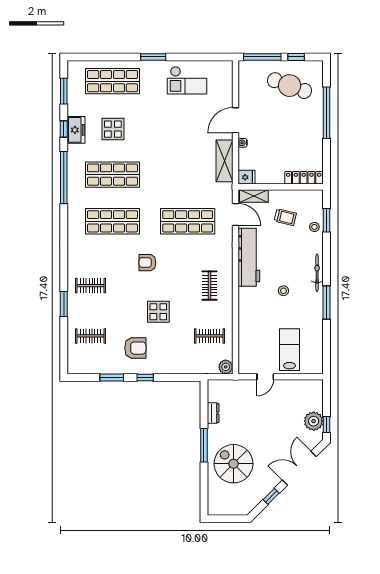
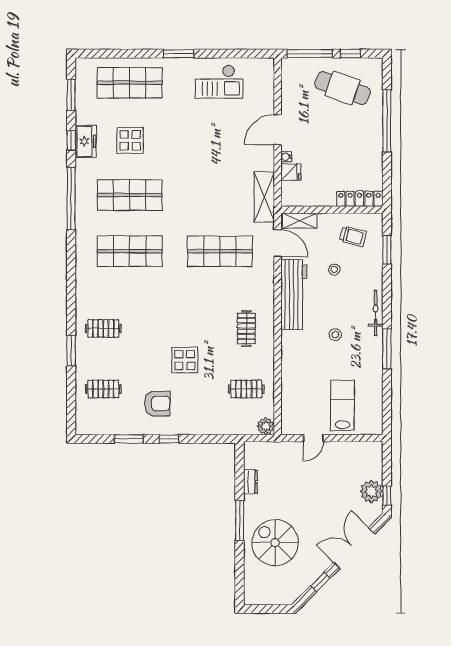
shelving: (224, 161) -> (264, 197), moved
fridge: (247, 177) -> (291, 172), moved
trolley: (285, 217) -> (353, 236), moved
stool: (314, 227) -> (334, 269), moved
armchair: (147, 263) -> (172, 301), removed

